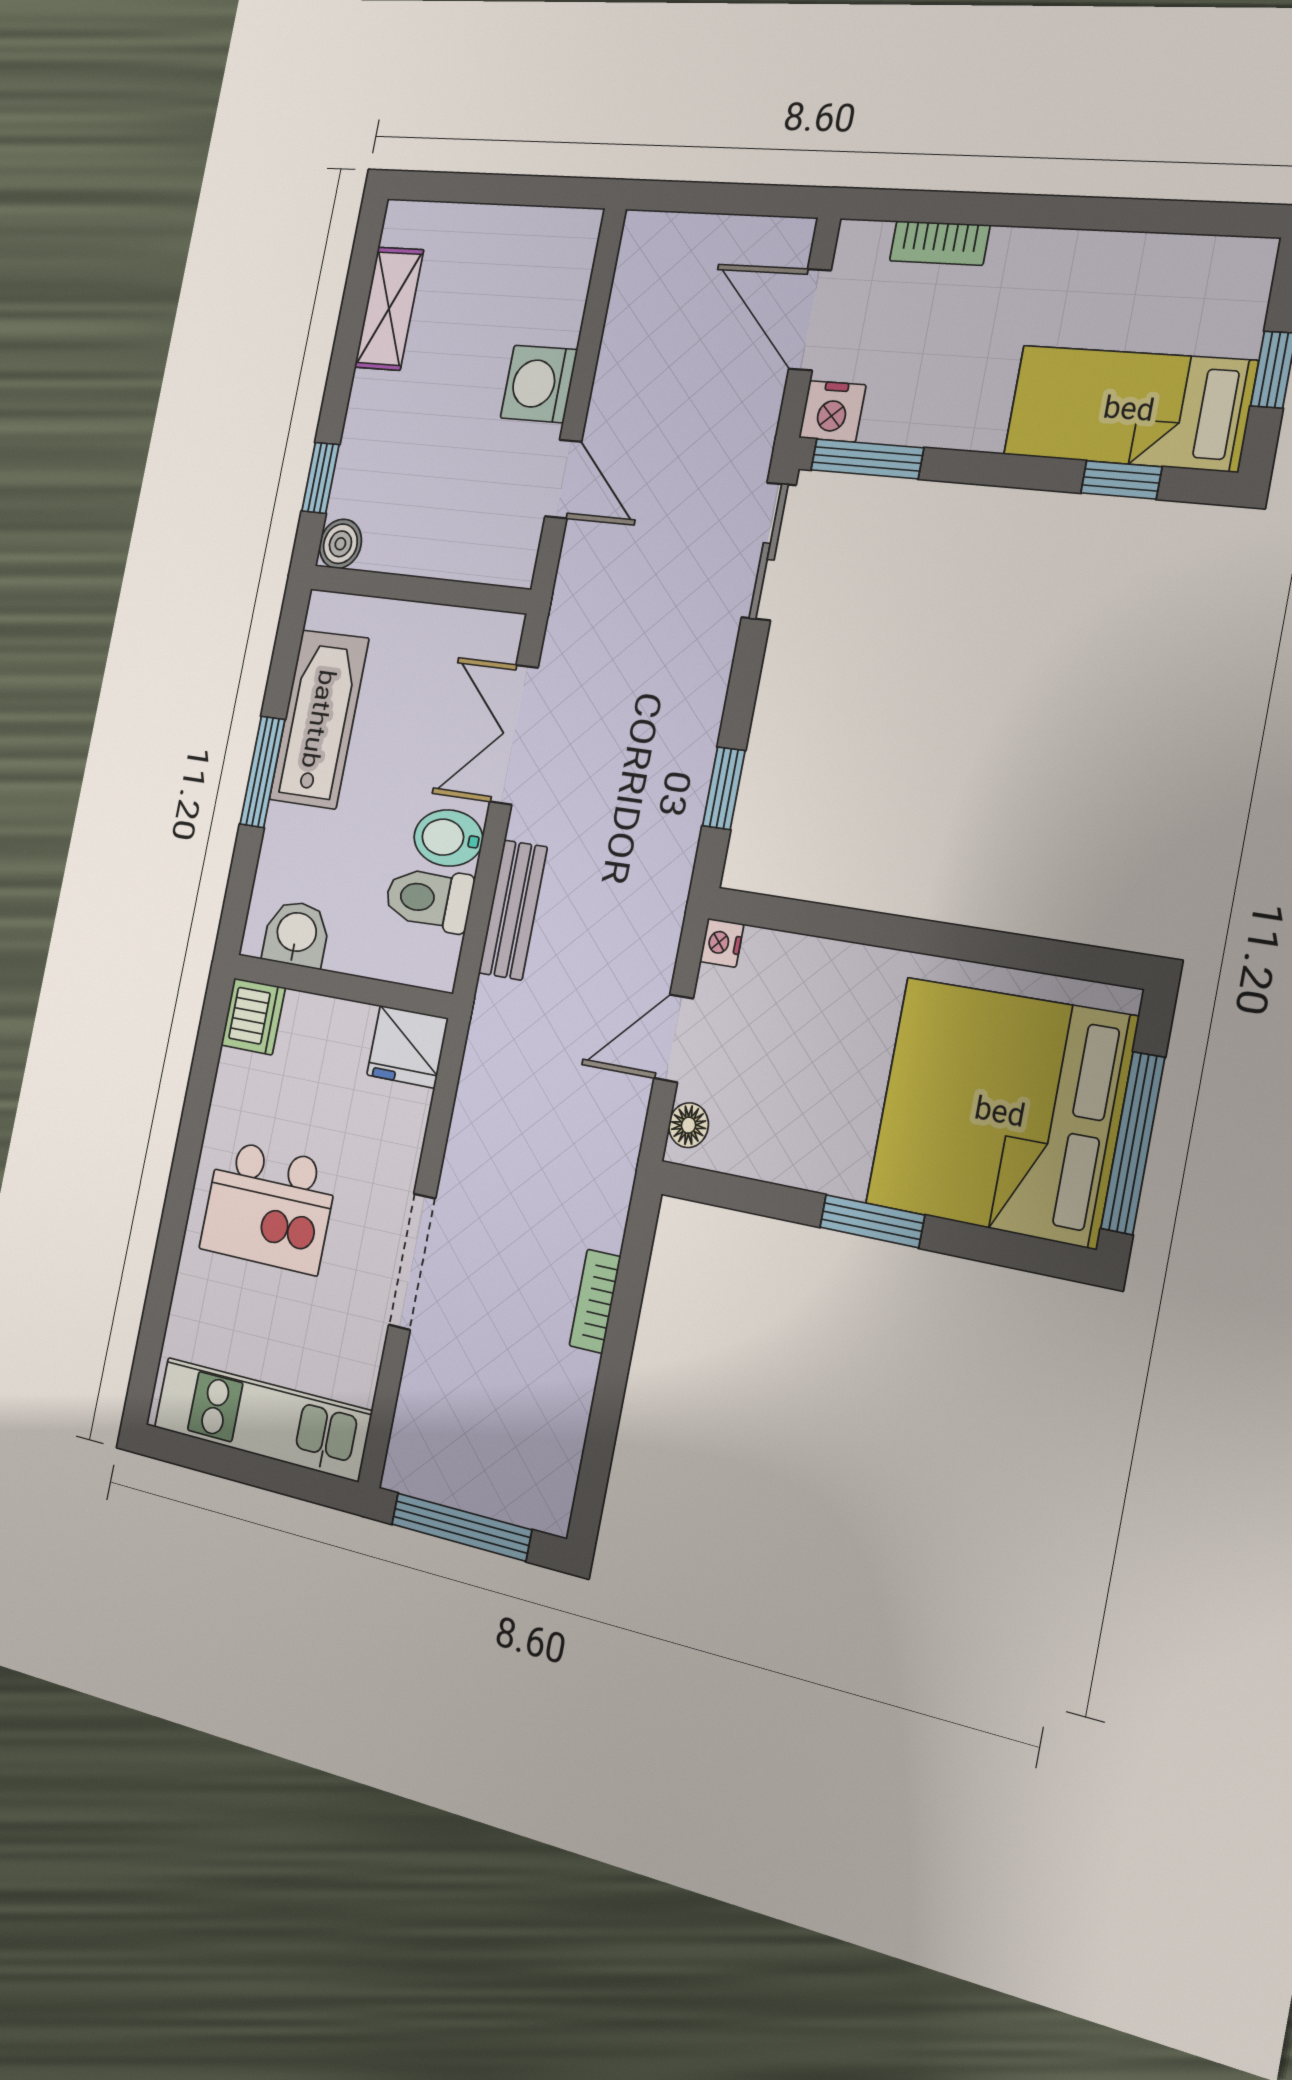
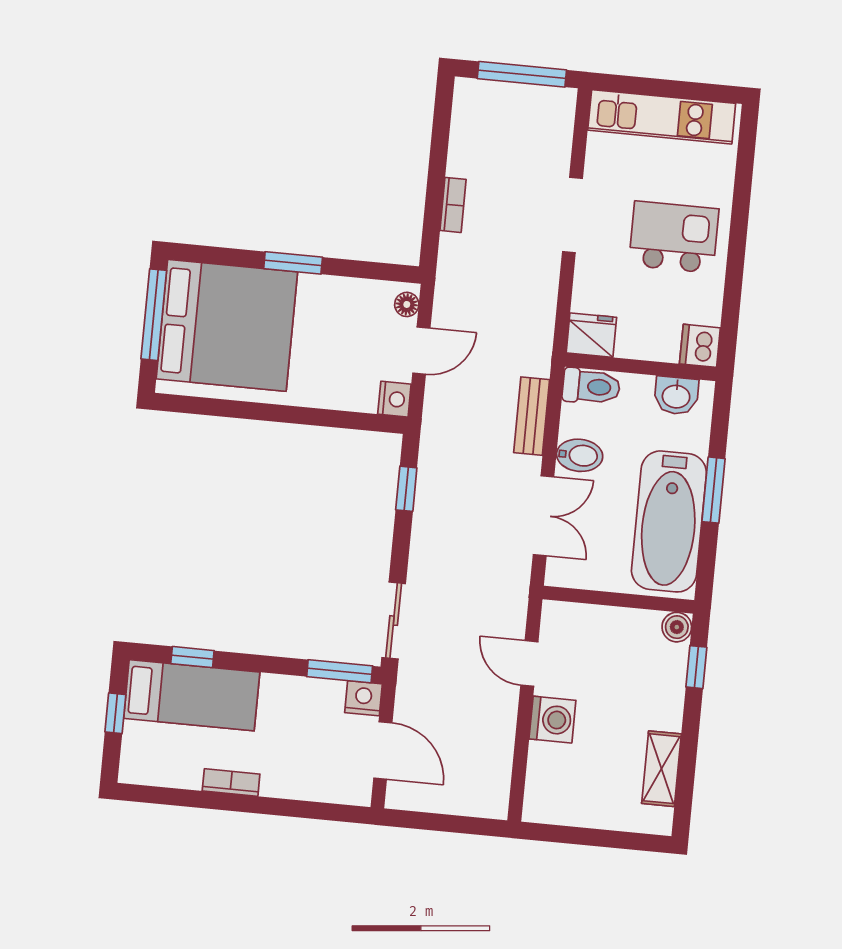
bookcase: (940, 243) -> (231, 782), moved
bathtub: (319, 719) -> (669, 521), width x1.36, depth x1.36
toilet: (429, 899) -> (591, 386), moved
nightstand: (722, 943) -> (394, 399), width x1.39, depth x1.35

